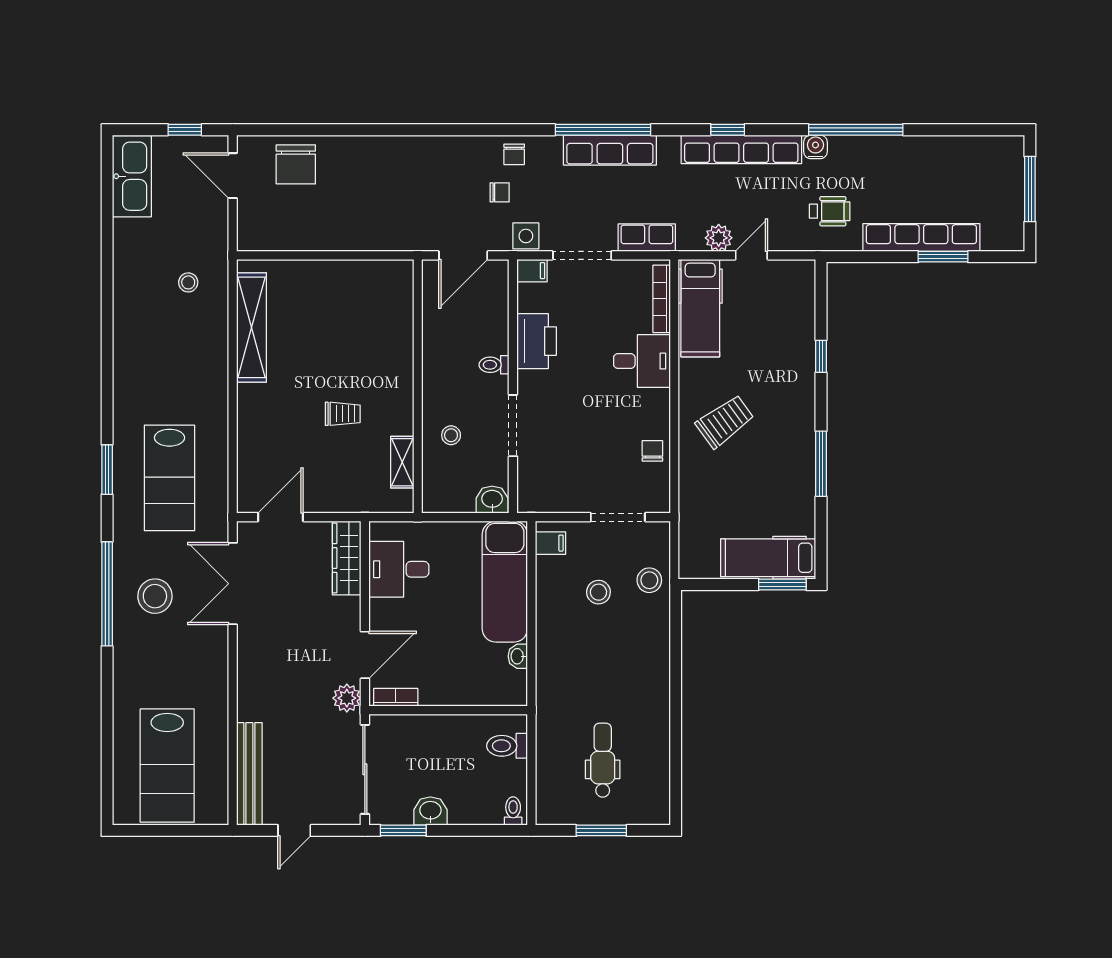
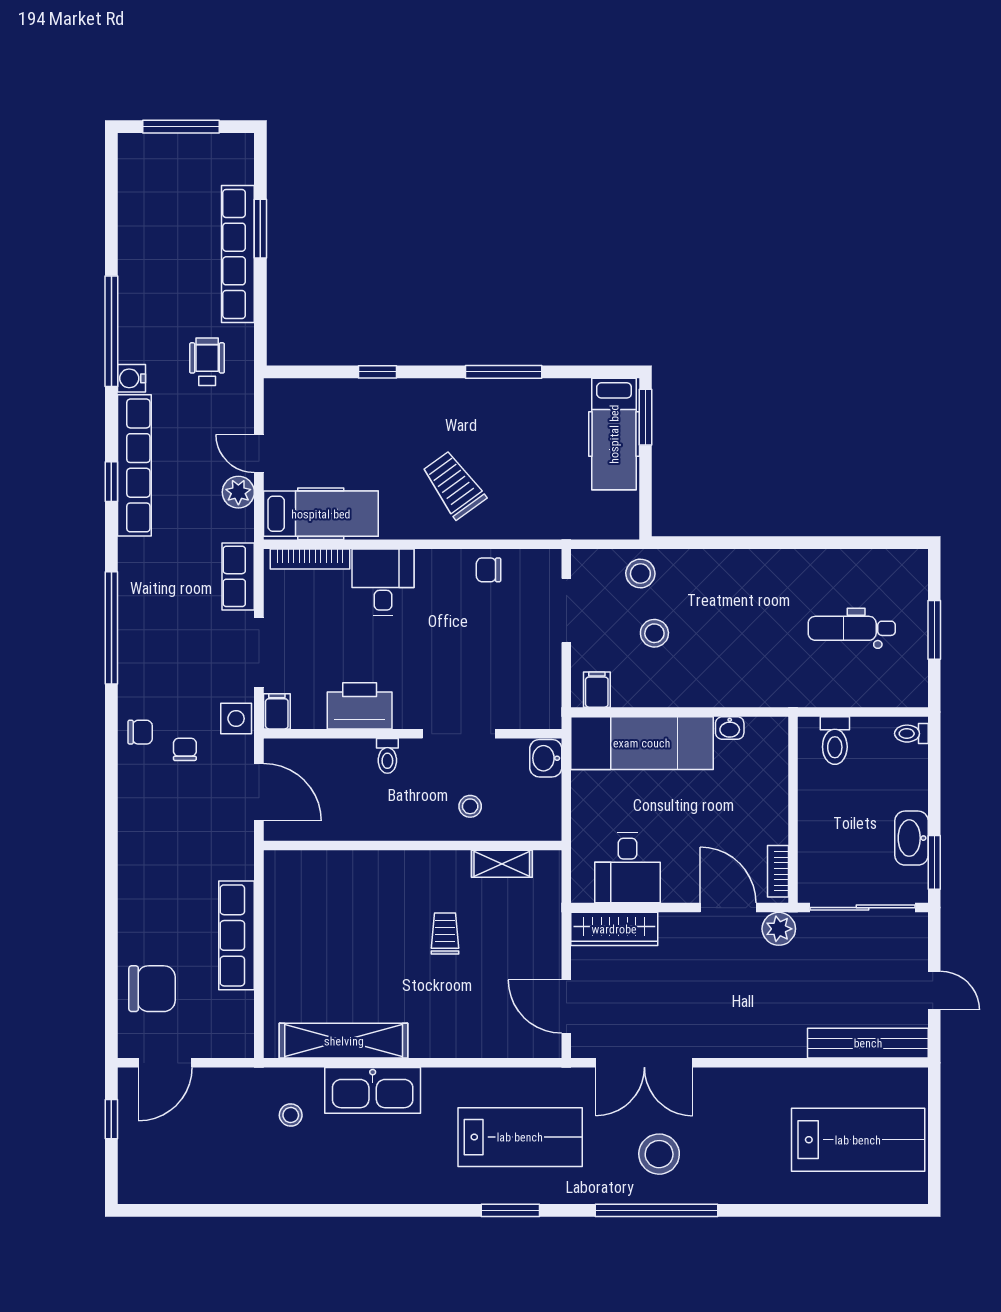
row of seats: (610, 150) -> (237, 935), moved, turned 180
kitchen sink: (132, 176) -> (373, 1090), moved, turned 180
washbasin: (430, 811) -> (911, 838), width x1.38

